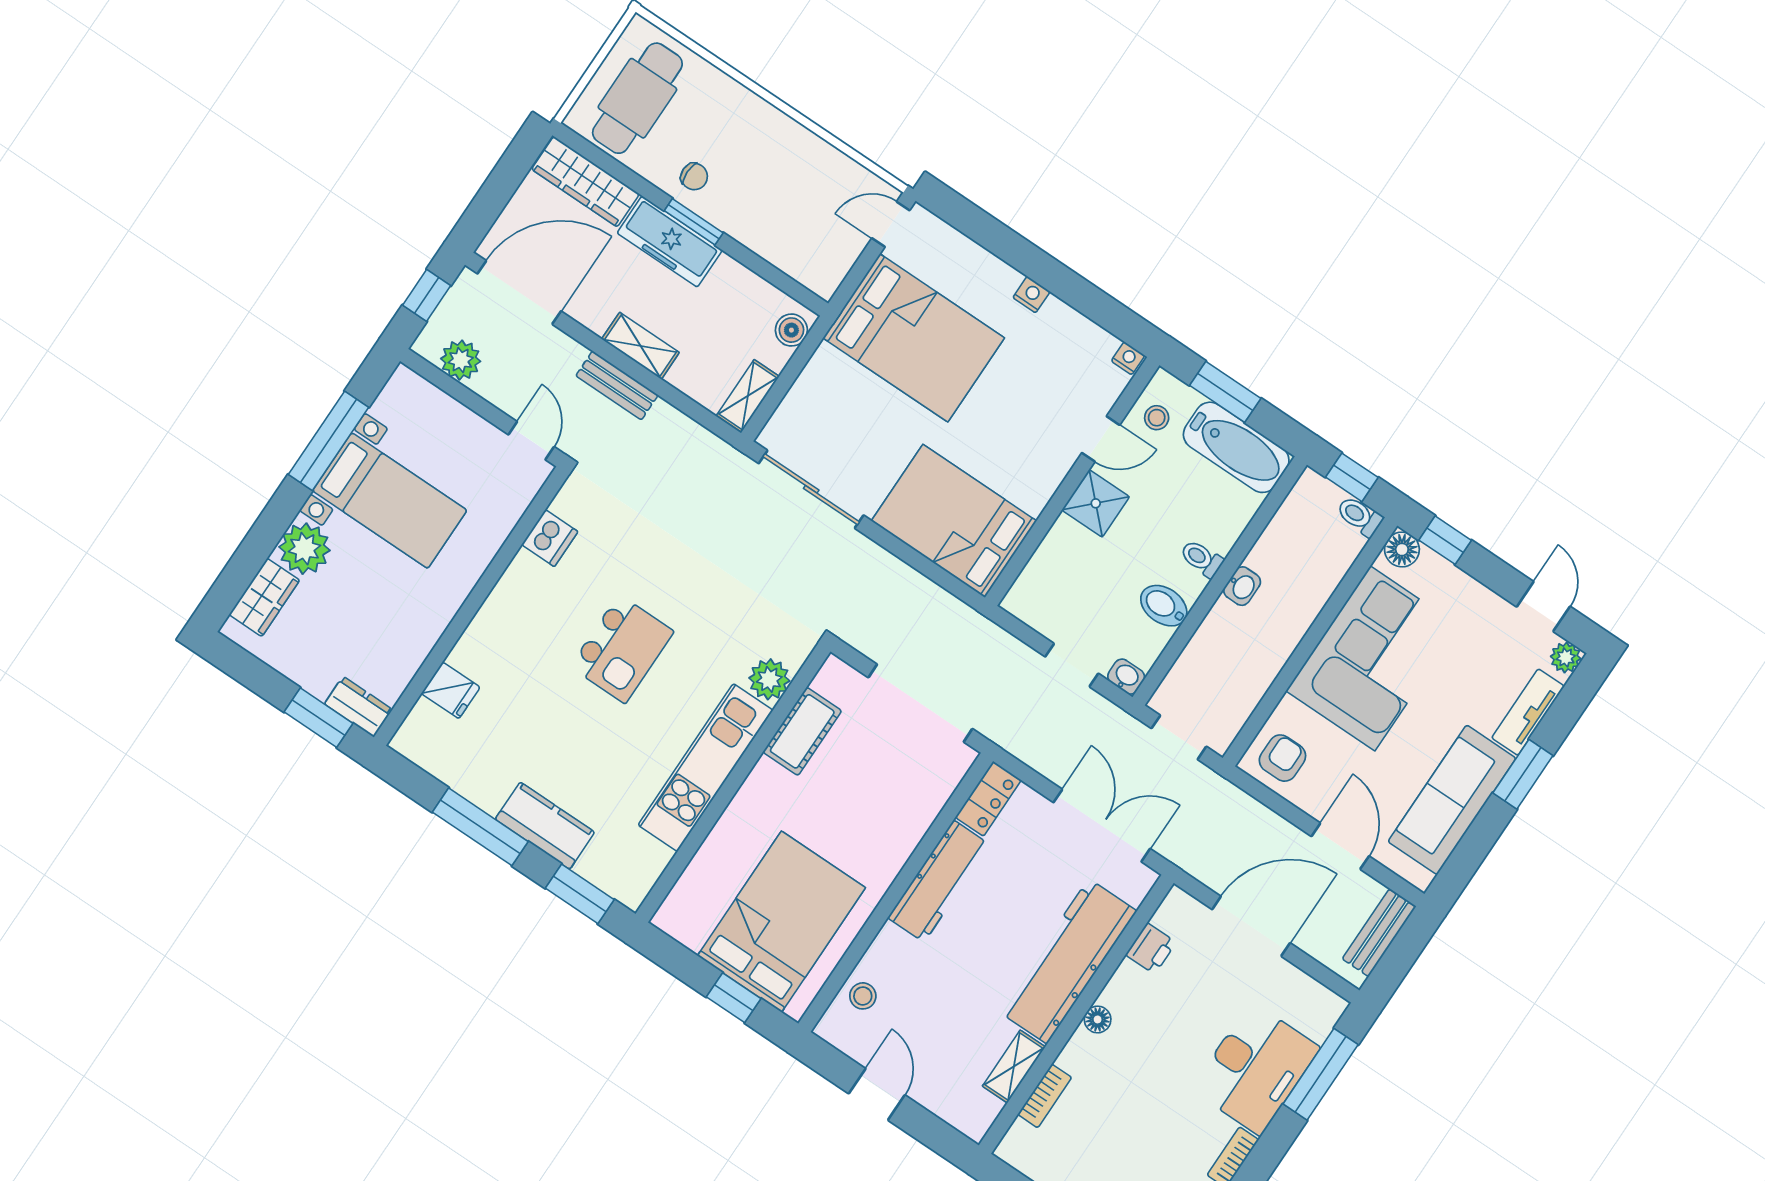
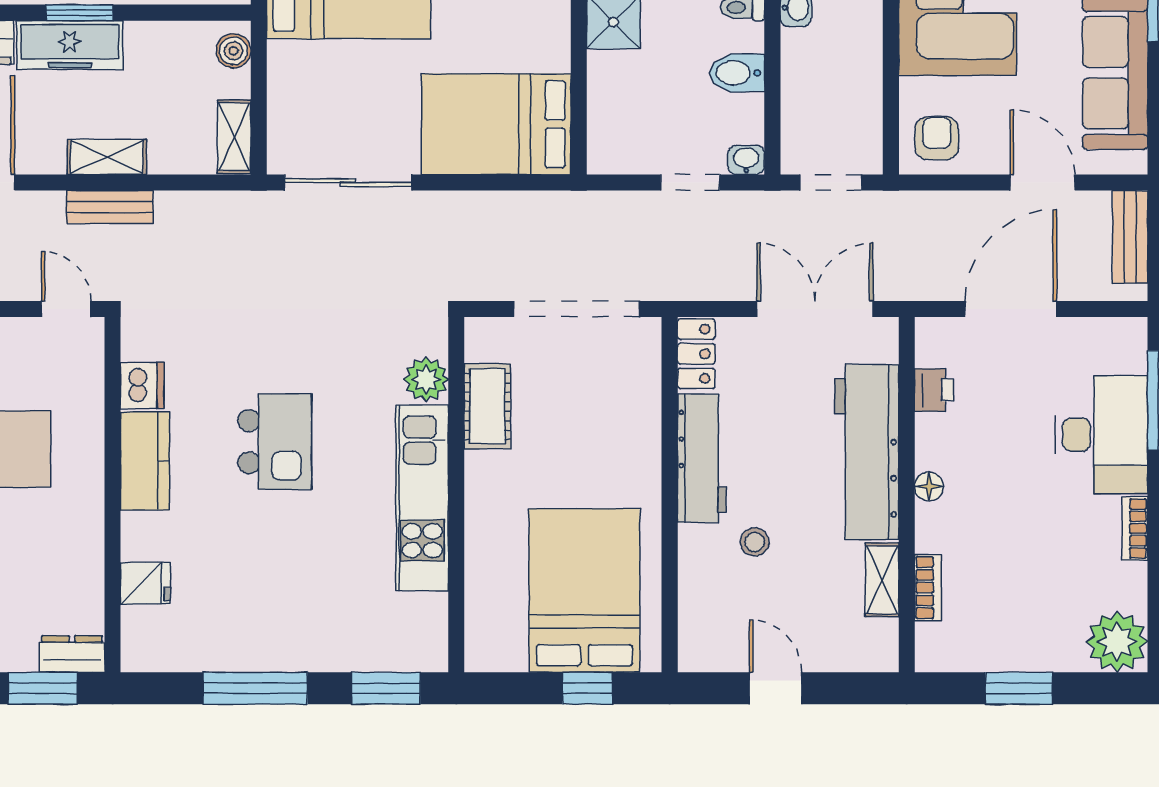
kitchen counter: (545, 826) -> (145, 461), moved, turned 90
stool: (863, 996) -> (755, 542), moved

